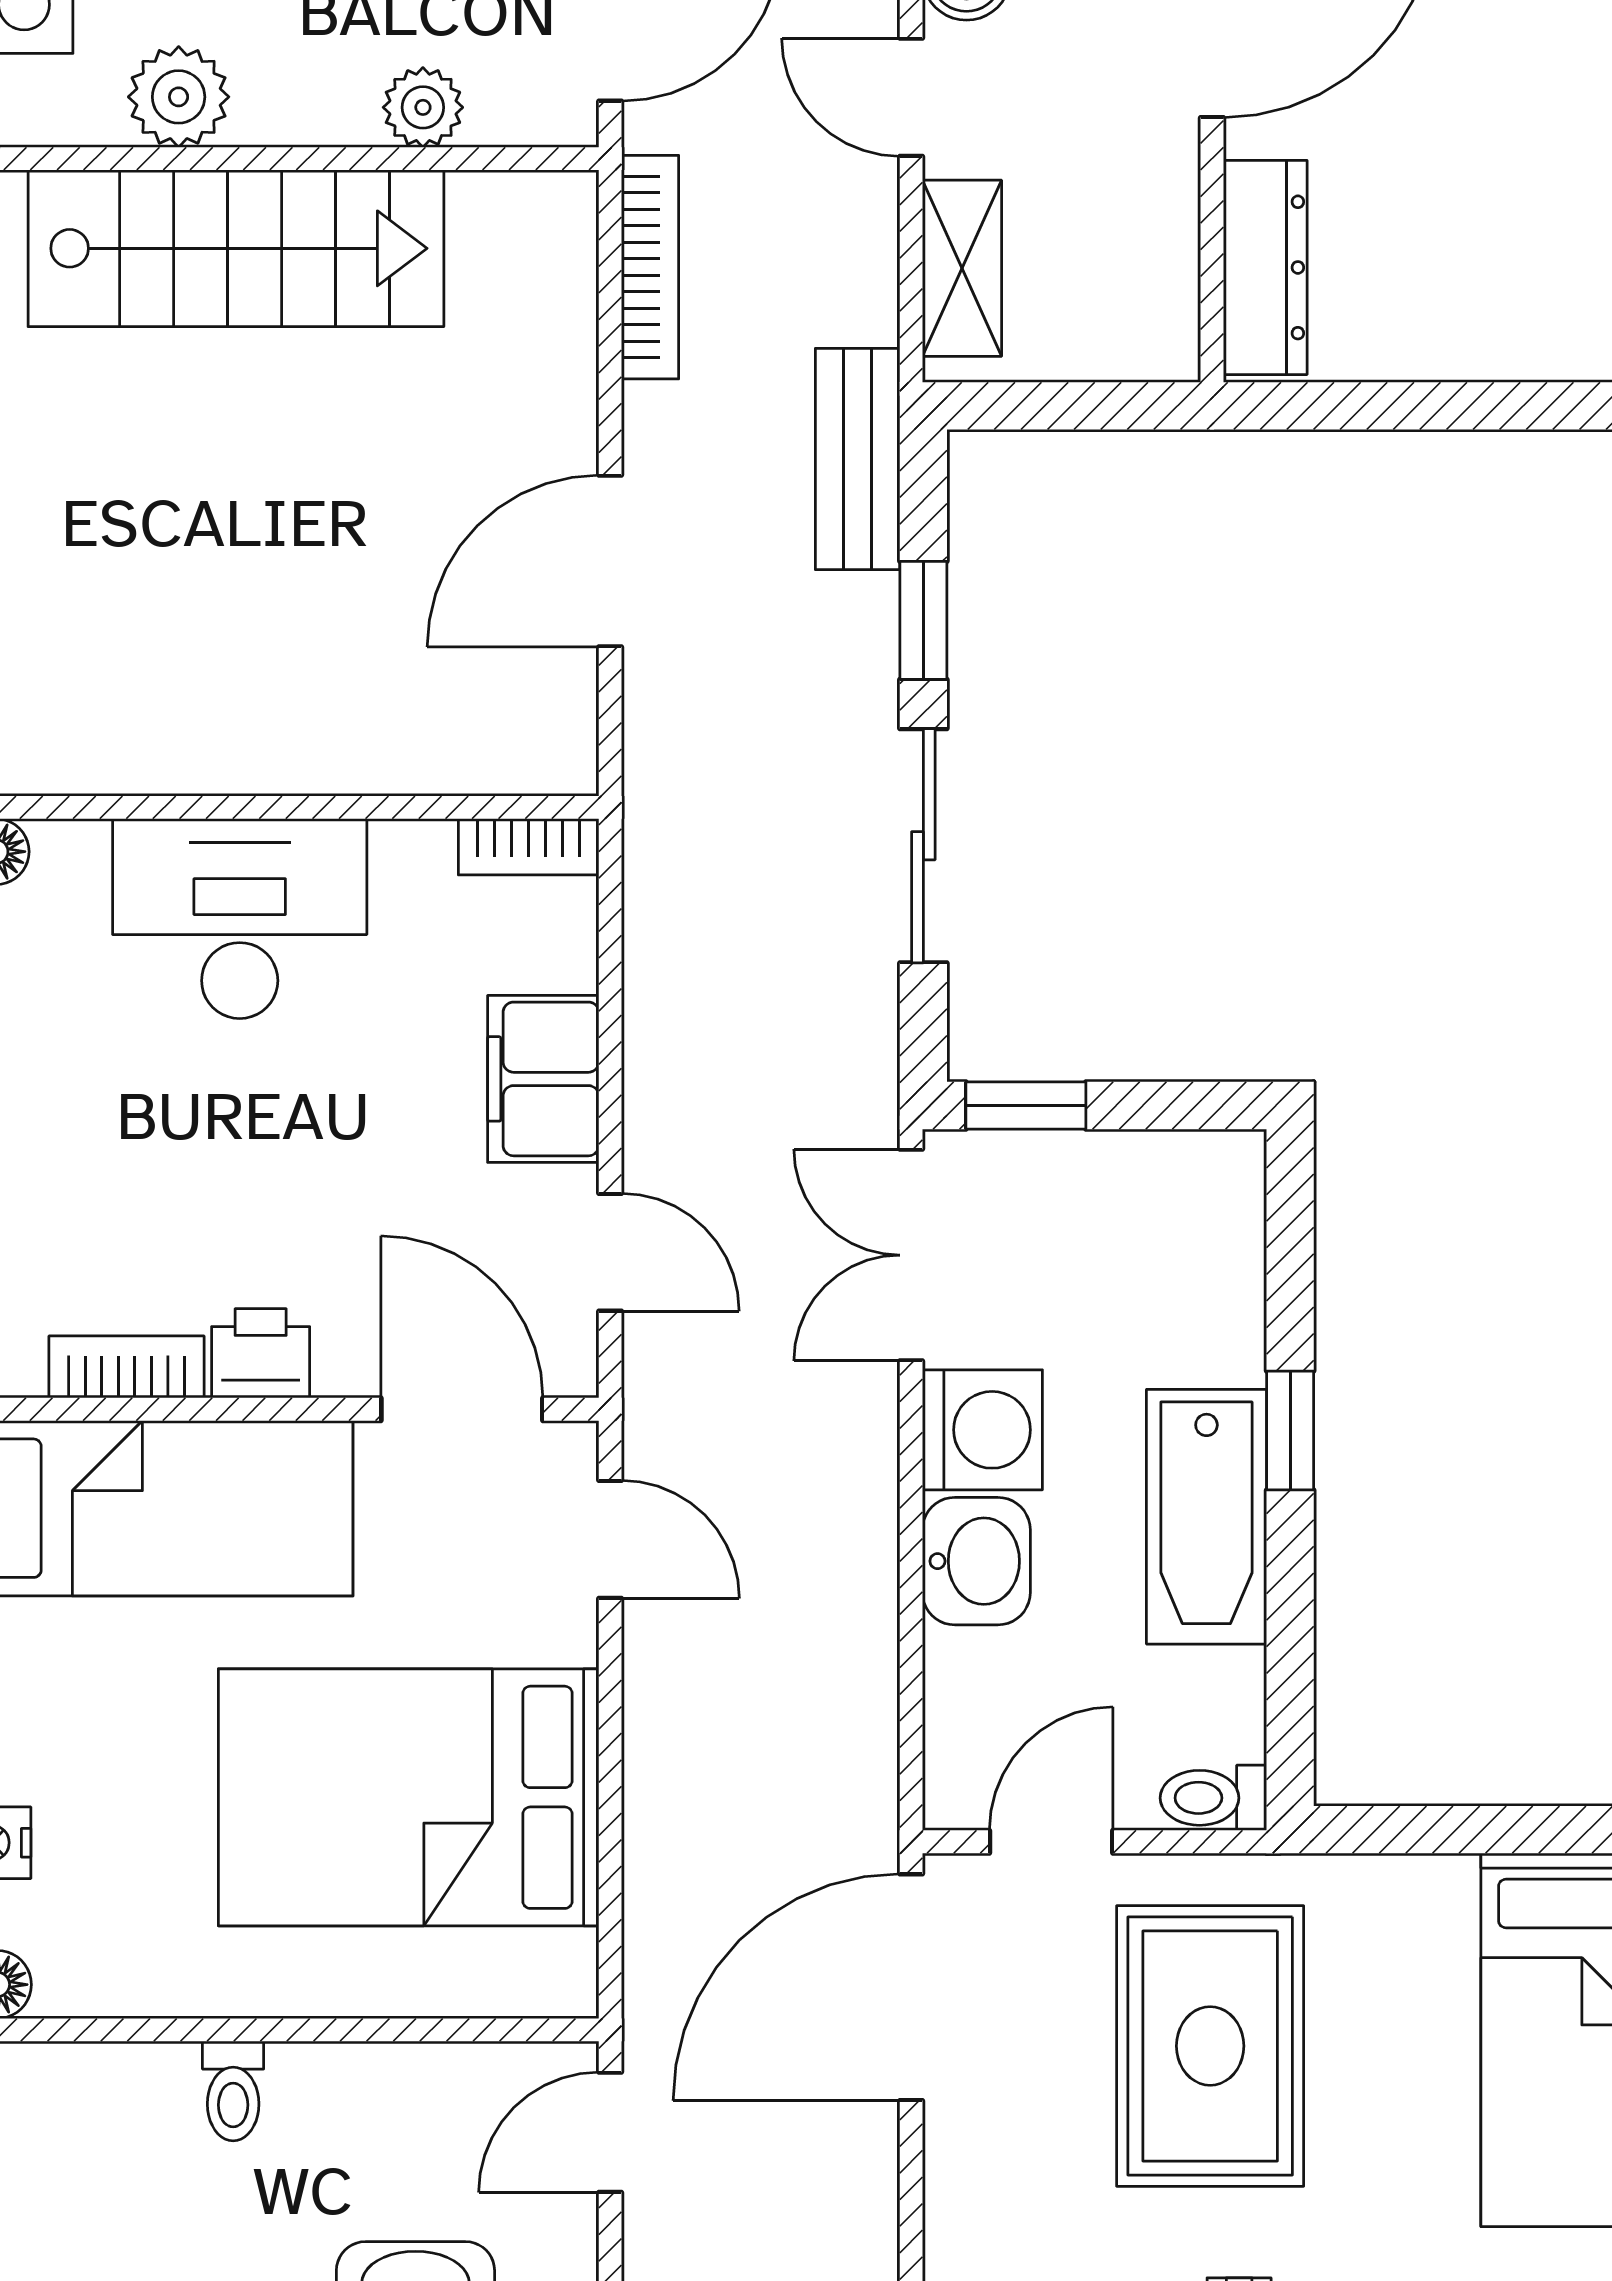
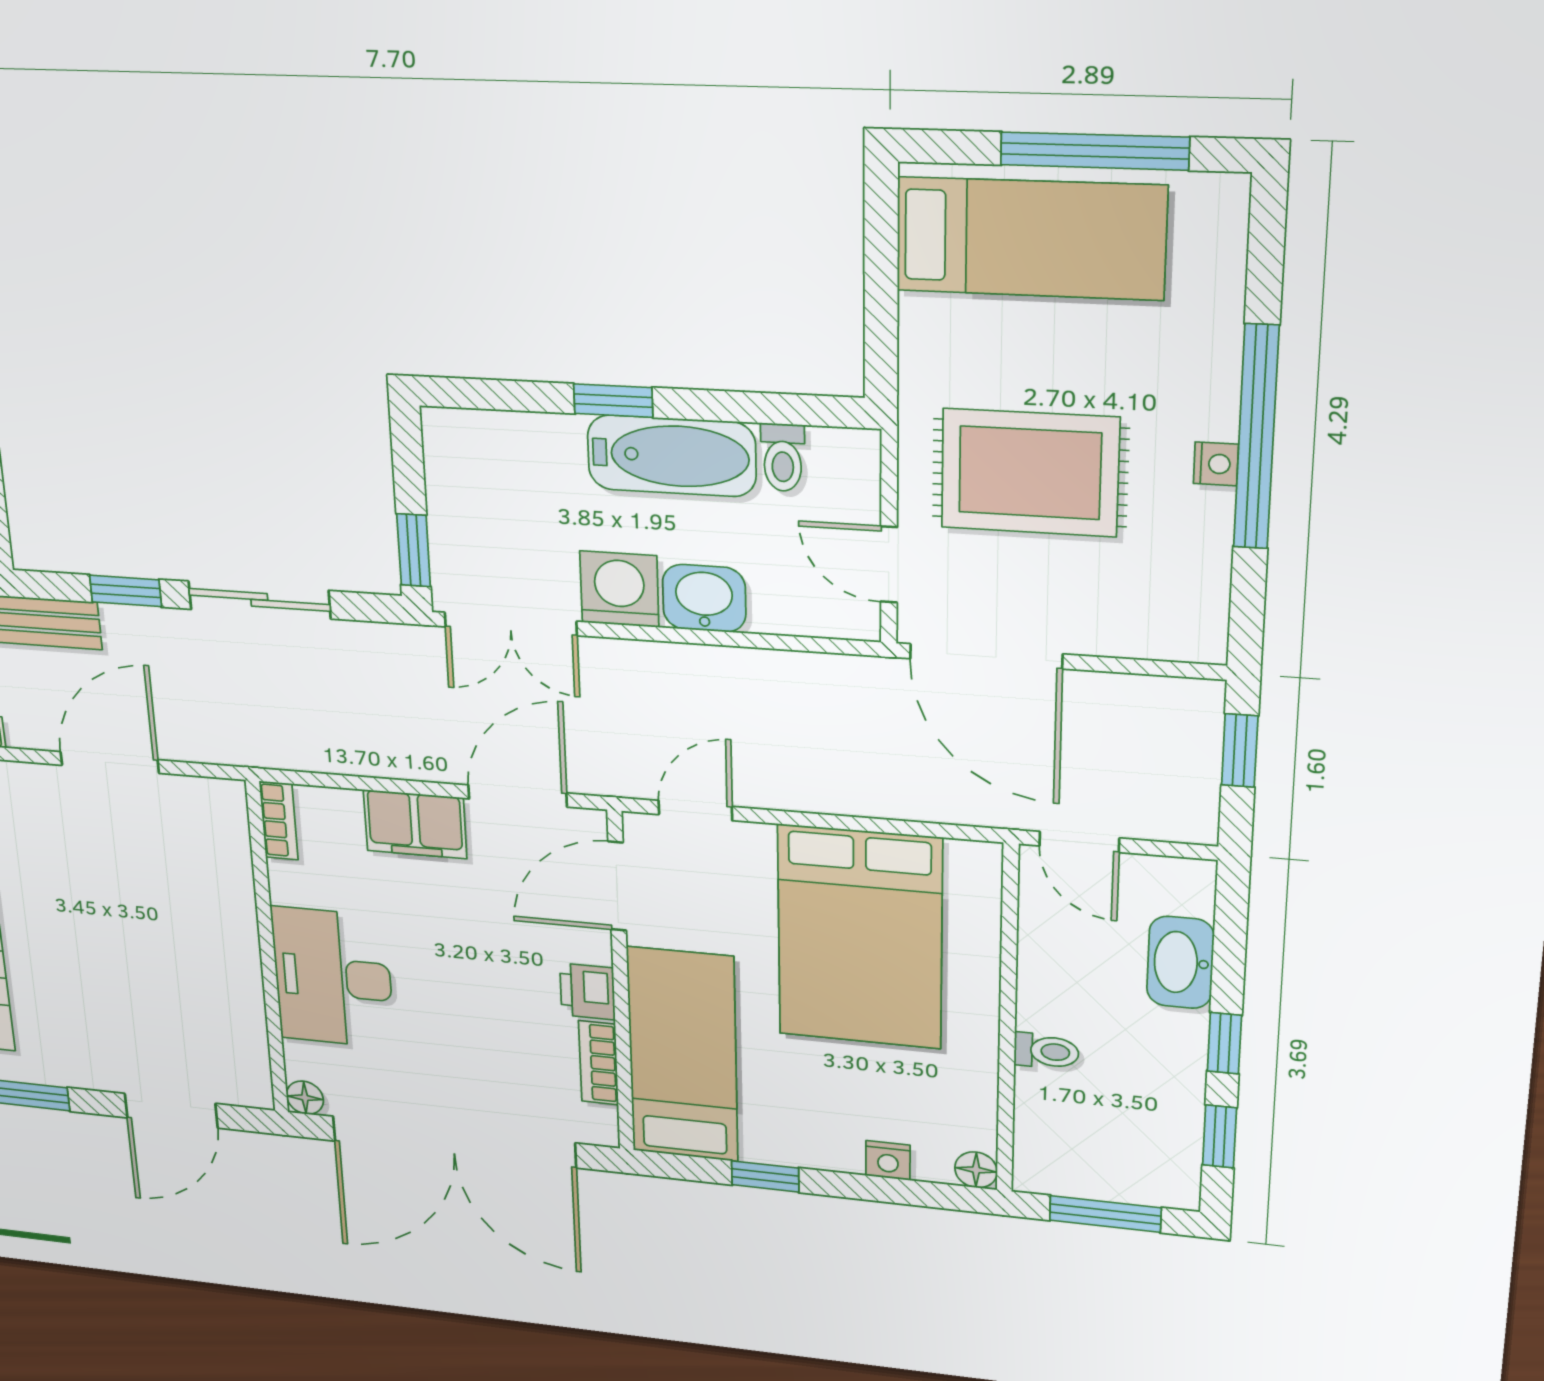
door: (610, 561) -> (110, 762), swing flipped
door: (610, 1252) -> (517, 796), width x1.38
toilet: (1213, 1798) -> (783, 457), moved

